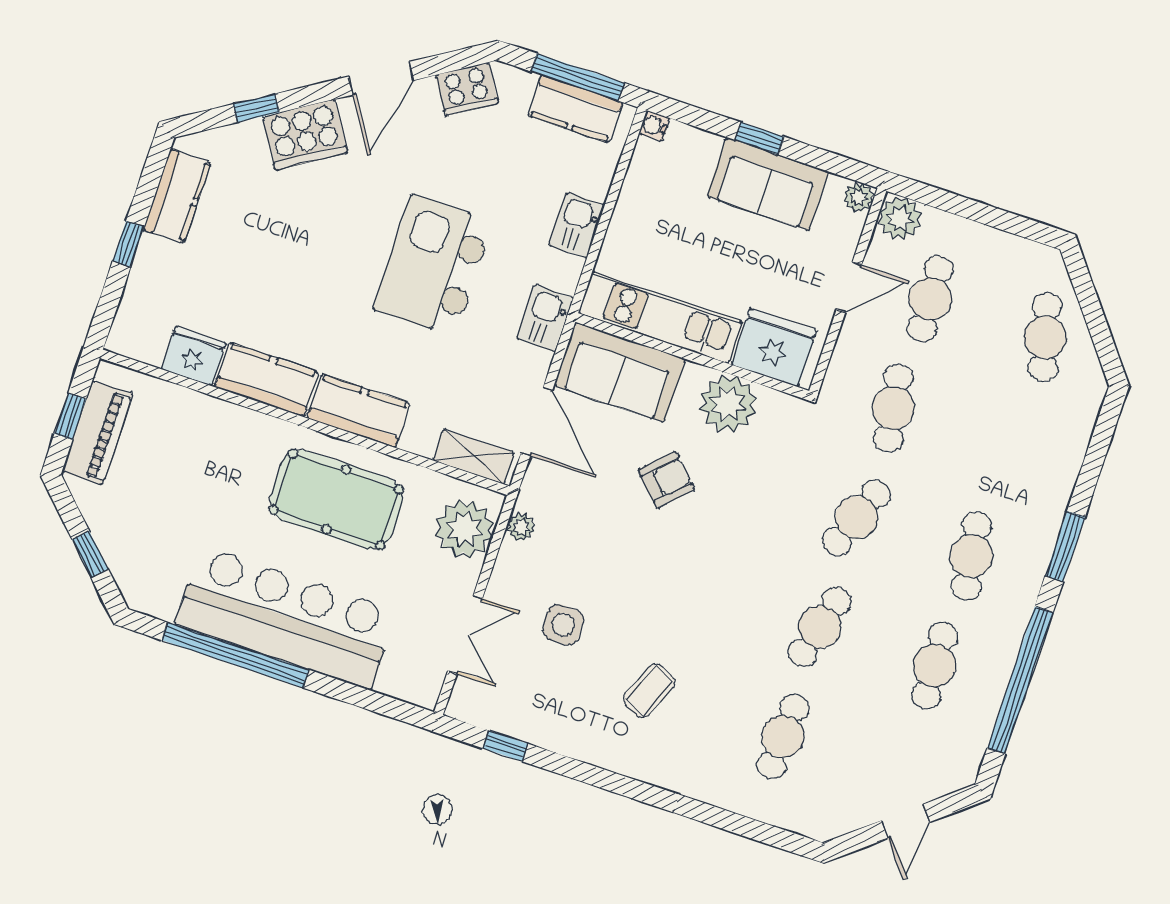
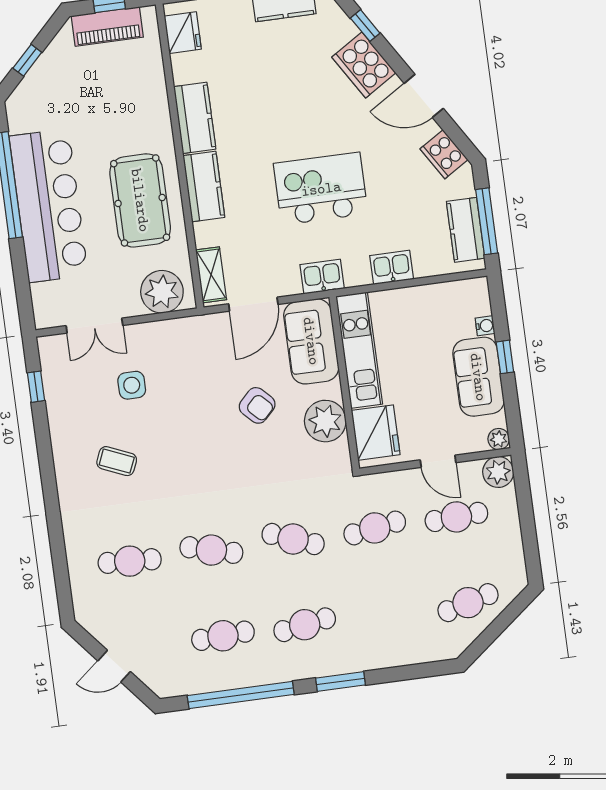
water cooler: (654, 126) -> (485, 326), moved, turned 90
fridge: (193, 356) -> (183, 33), moved
plant: (521, 527) -> (181, 327), removed

